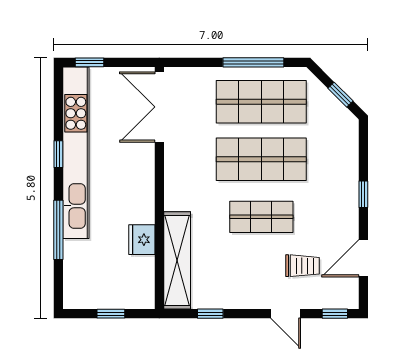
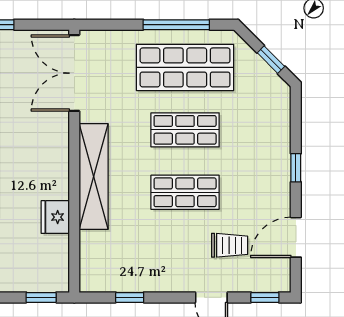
shop shelf: (261, 159) -> (185, 130), width x0.70, depth x0.74
shelving: (177, 260) -> (94, 176), moved
window: (111, 314) -> (41, 297), moved

